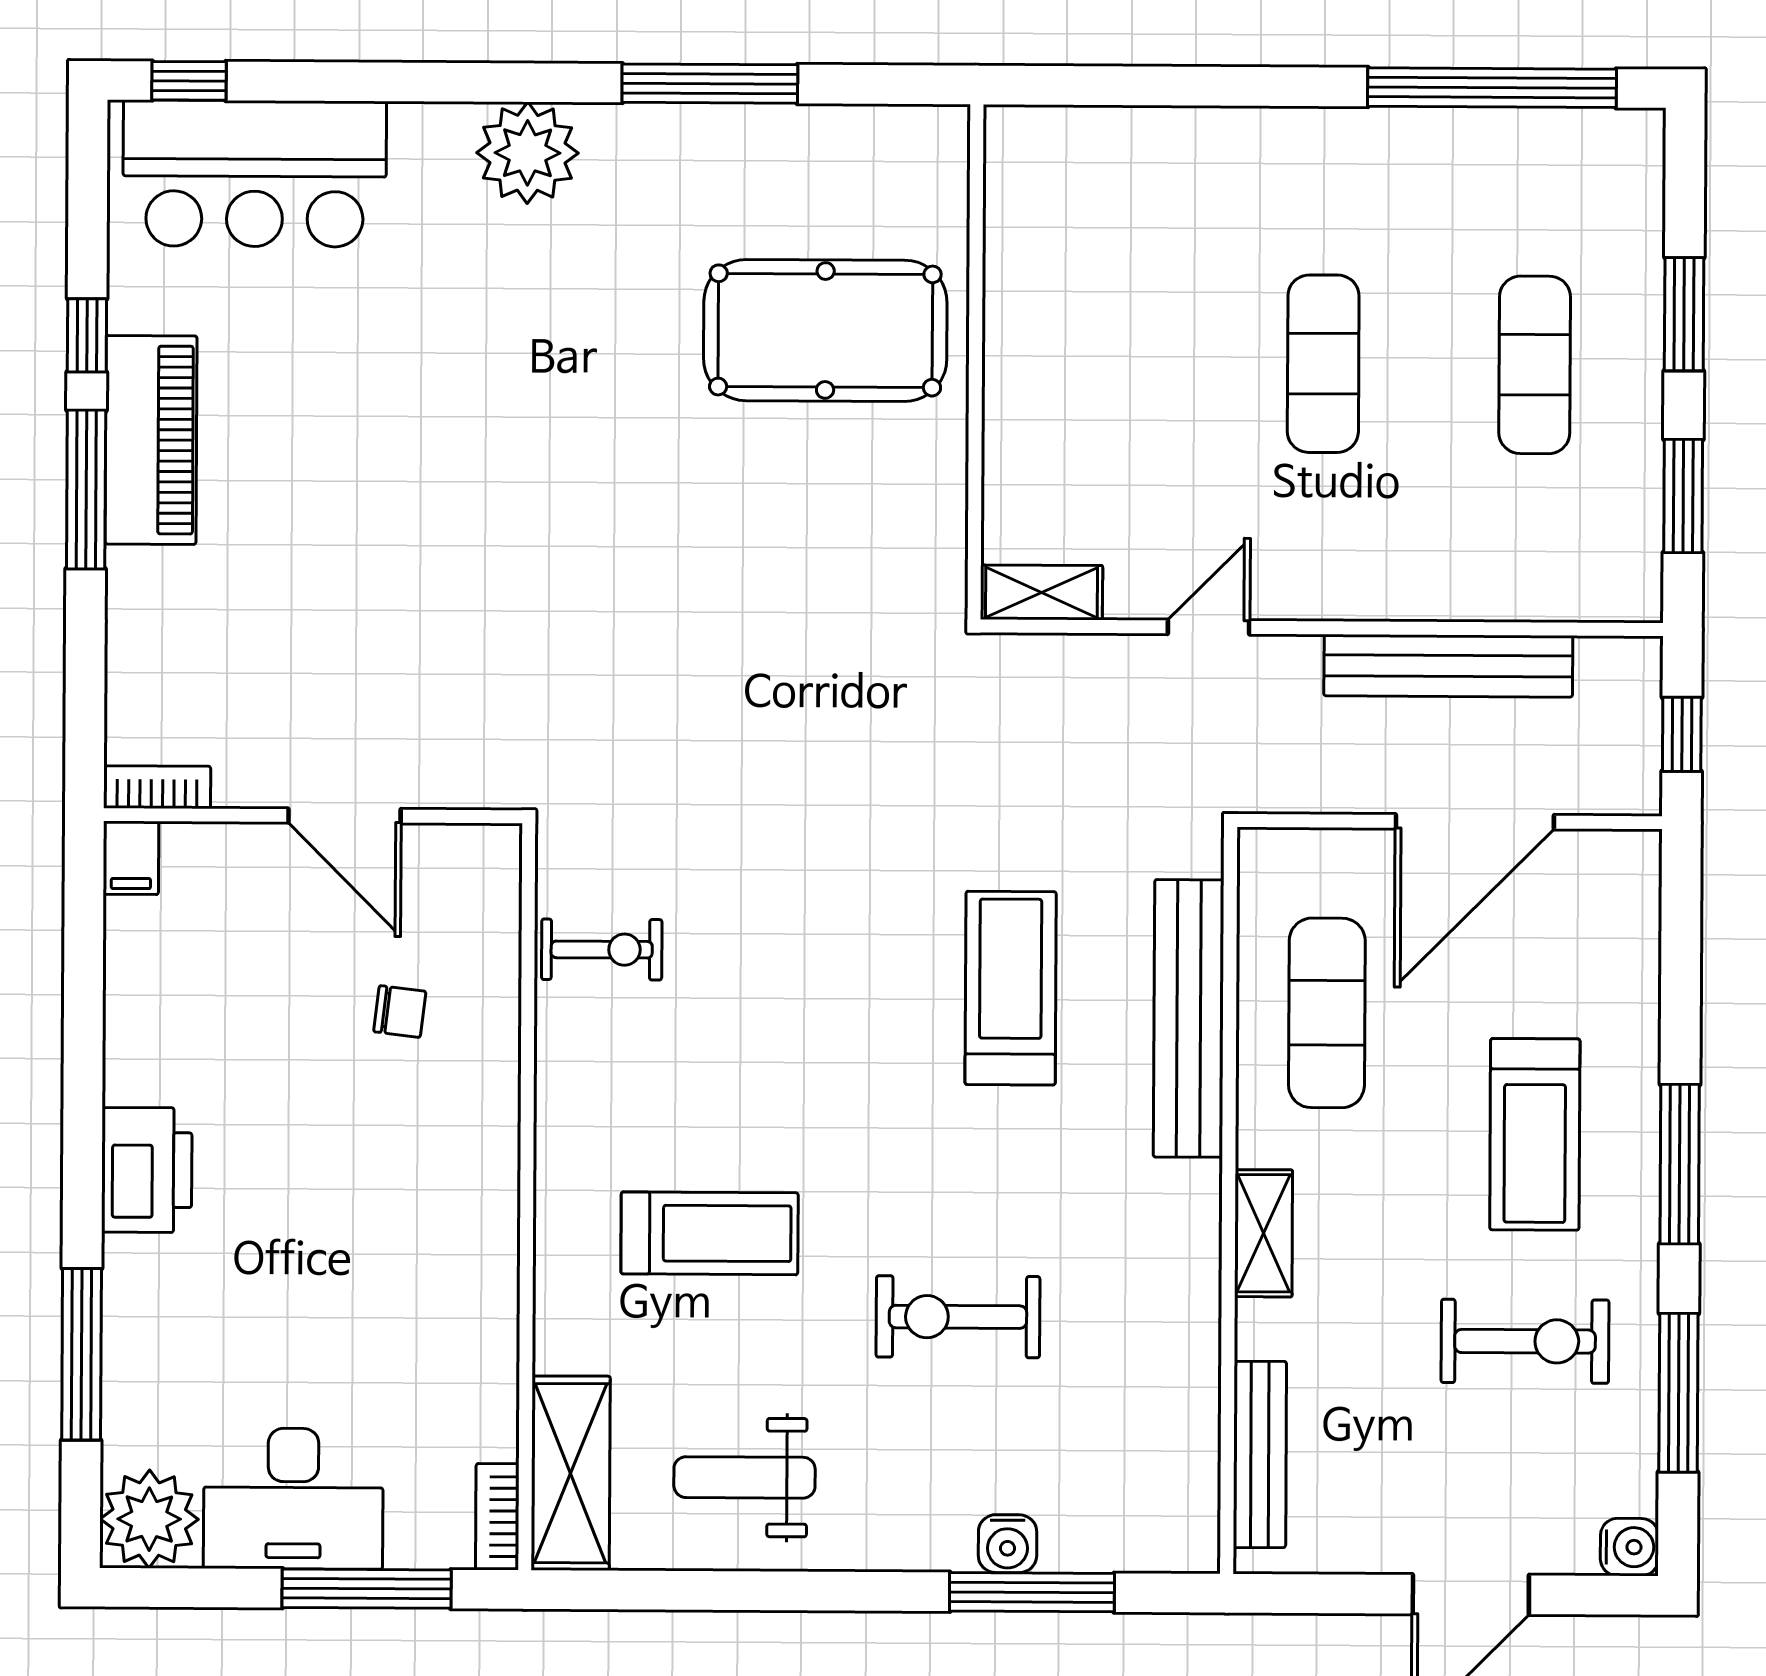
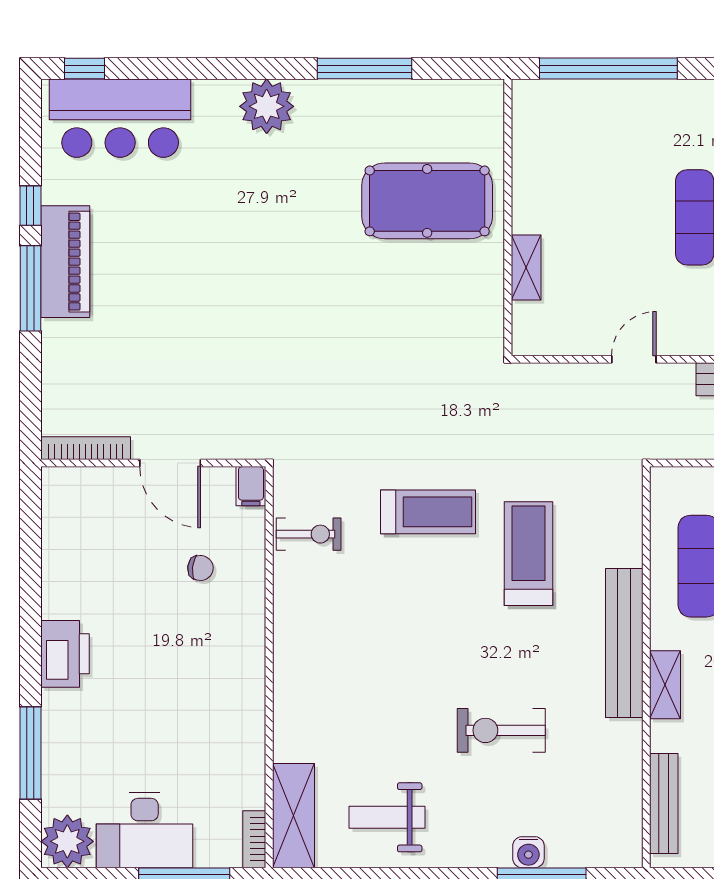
window: (1164, 86) -> (608, 69), added
shelving: (1042, 592) -> (526, 268), moved, turned 90
bookcase: (157, 787) -> (86, 448), width x1.56
filing cabinet: (131, 858) -> (251, 486), moved
bench: (1189, 1018) -> (624, 643), moved
treadmill: (710, 1233) -> (428, 512), moved

